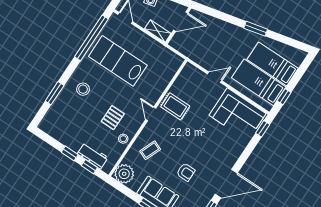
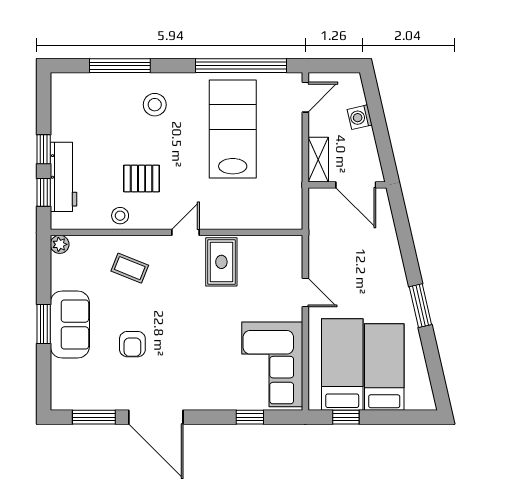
window: (55, 93) -> (120, 66), width x1.44
window: (263, 129) -> (250, 417), moved
workbench: (93, 156) -> (64, 177), width x1.37
plant: (124, 174) -> (60, 244), width x0.53, depth x0.53

